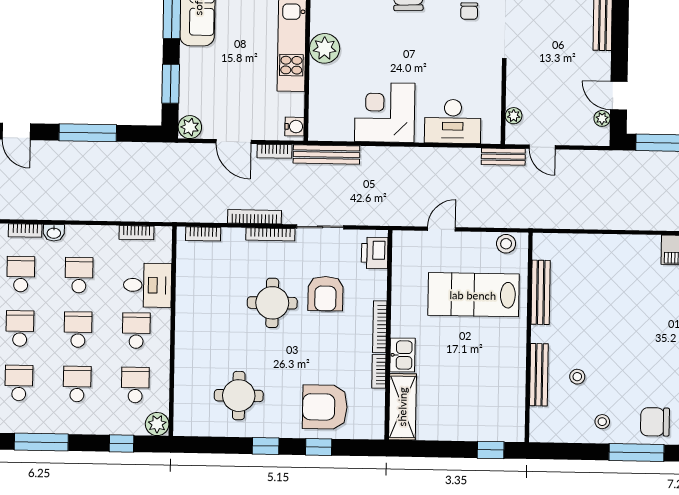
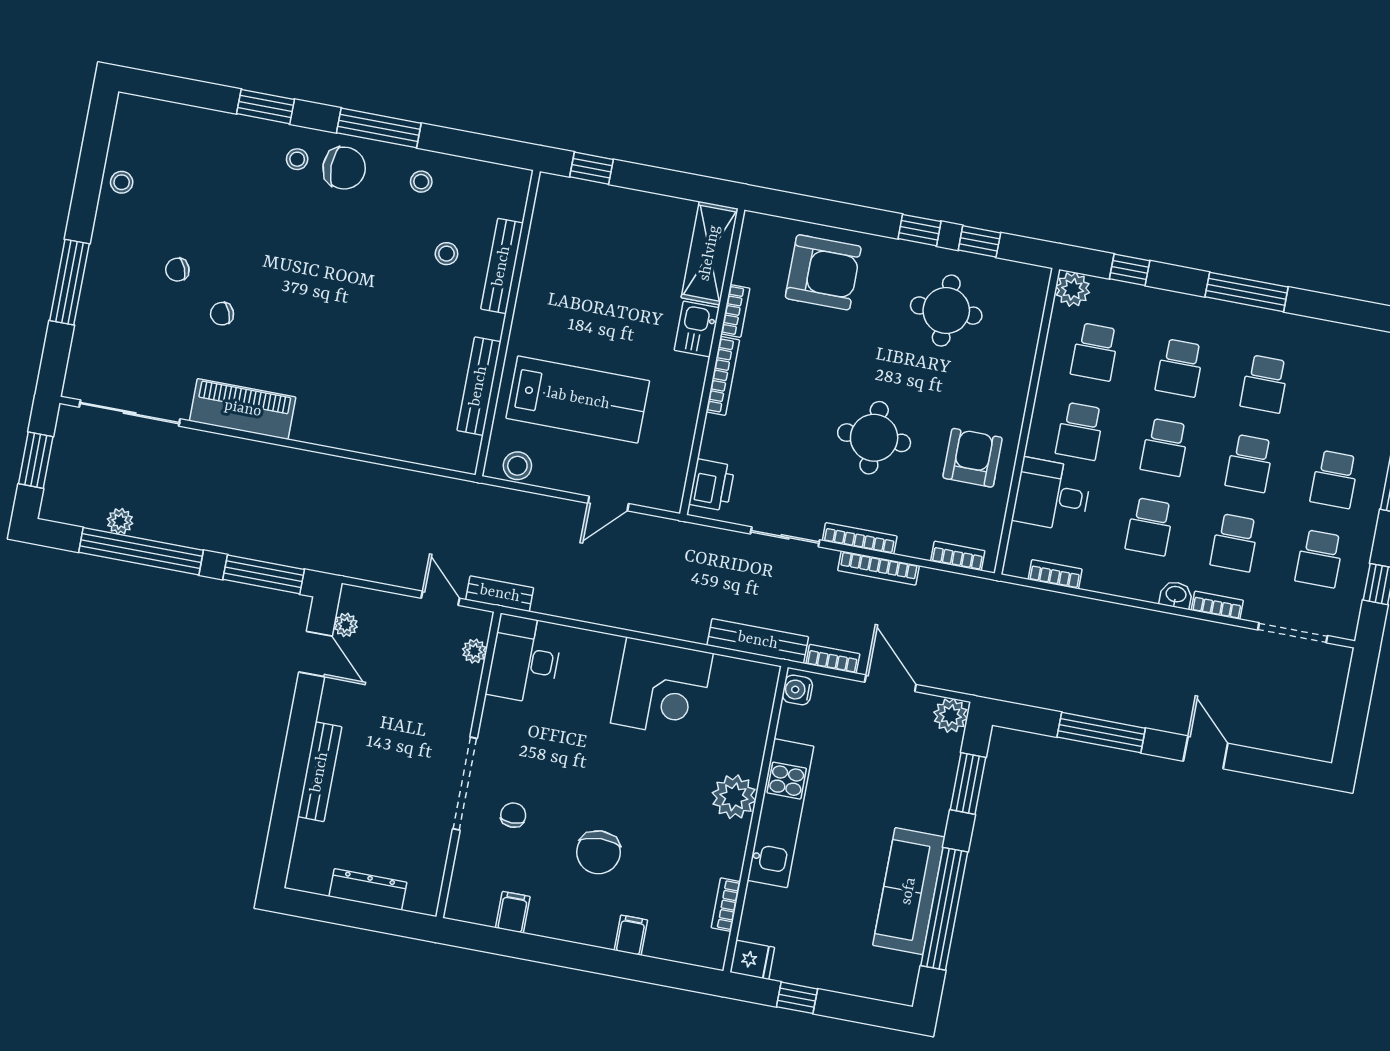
desk: (453, 121) -> (525, 659), moved, turned -90
armchair: (325, 294) -> (973, 458), moved
window: (319, 447) -> (979, 241), moved

